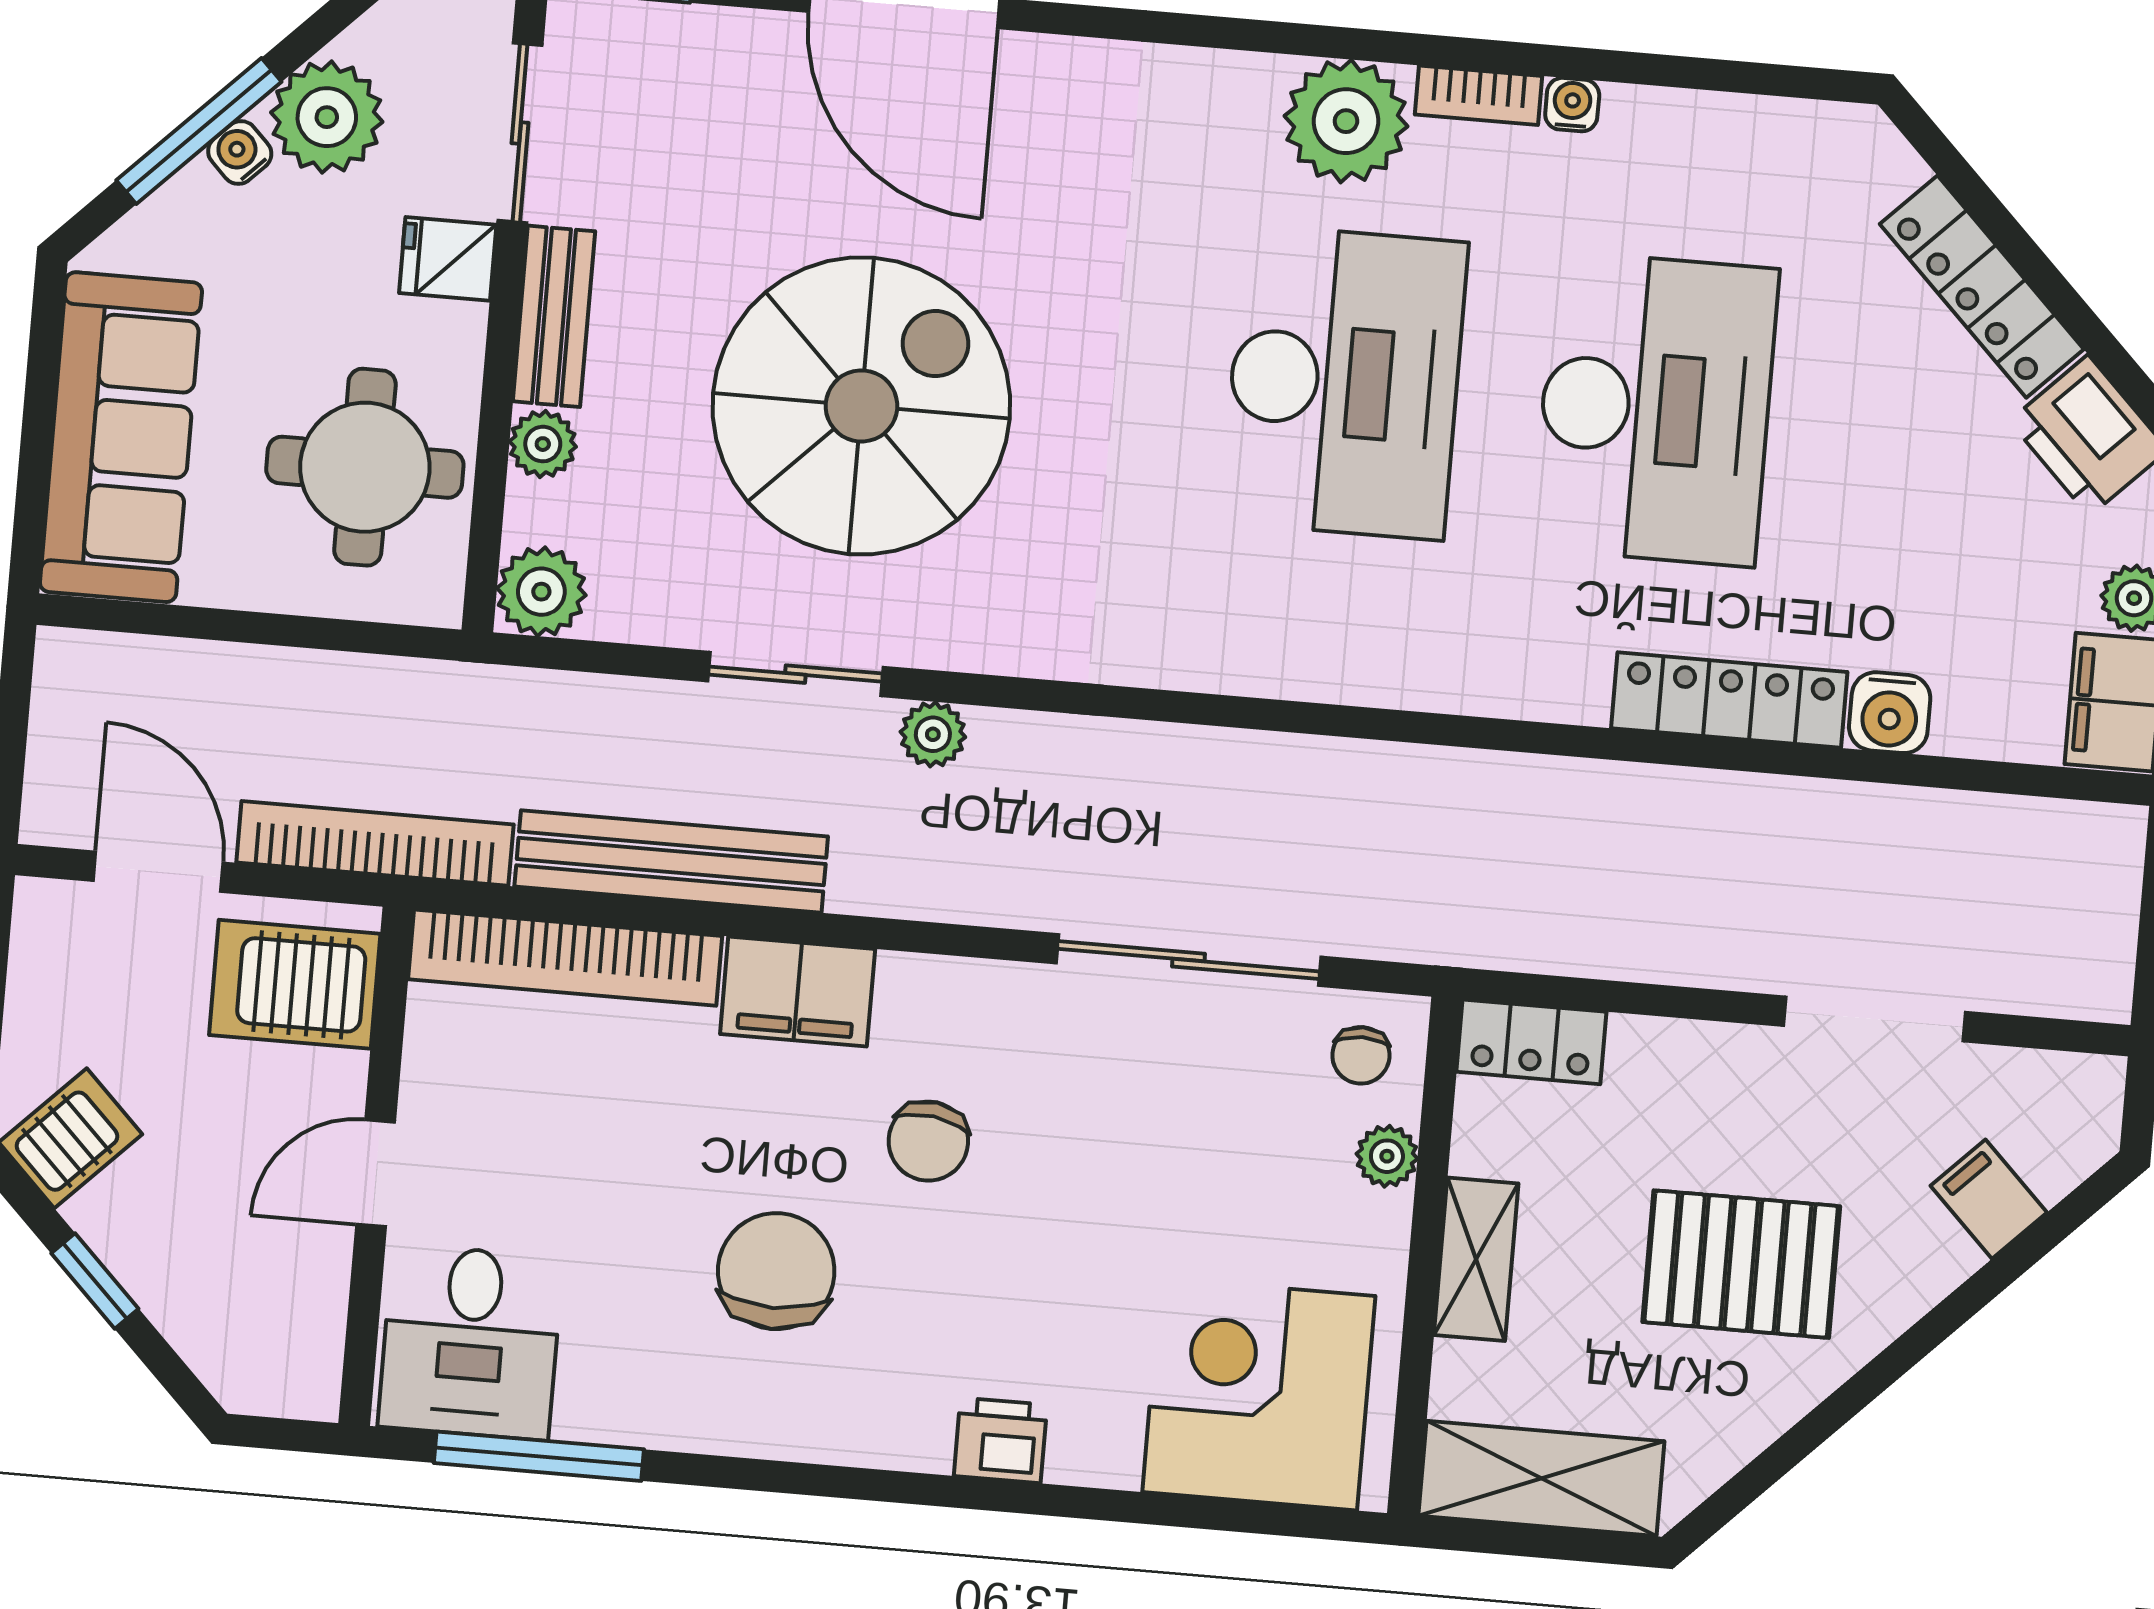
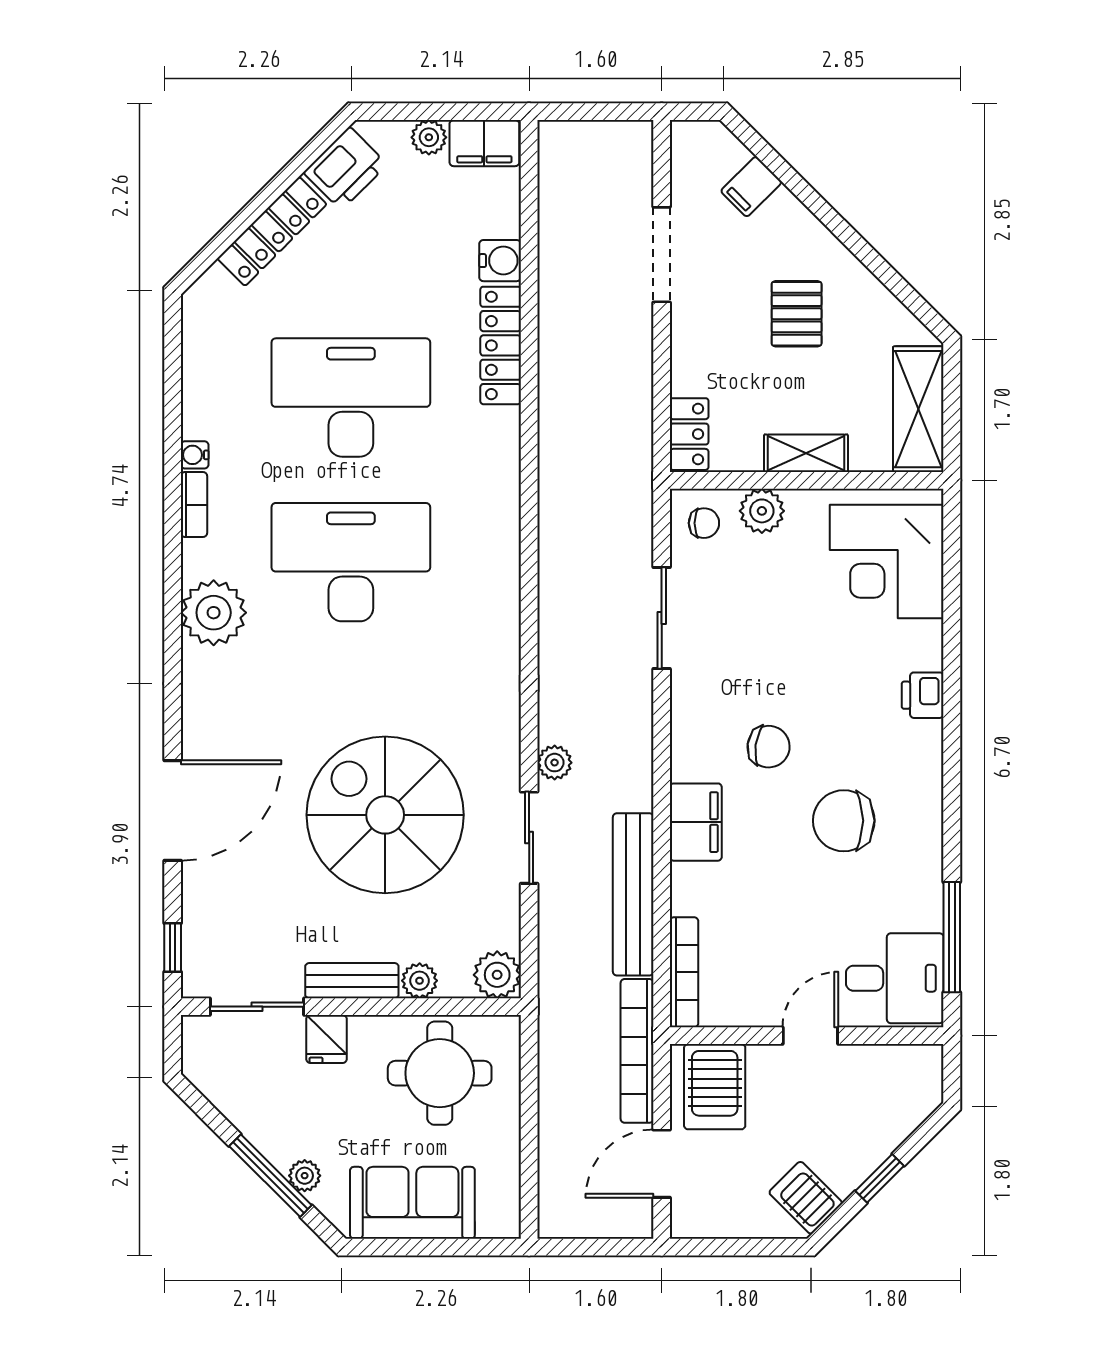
plant: (327, 117) -> (305, 1176), moved, width x0.53, depth x0.53
plant: (1346, 121) -> (214, 613), moved
water cooler: (240, 153) -> (280, 1153), removed
sofa: (121, 437) -> (412, 1203), width x0.73
bookcase: (565, 958) -> (684, 972), width x0.68, depth x0.76
sliding door: (1189, 960) -> (662, 618), width x0.73
plant: (1387, 1156) -> (762, 511), width x1.38, depth x1.38
door: (376, 1173) -> (810, 1036), swing flipped
pallet: (1741, 1264) -> (797, 314), width x0.67, depth x0.71

